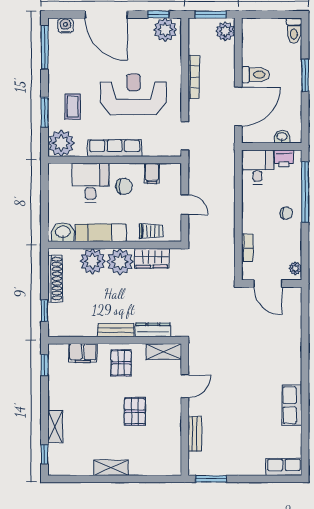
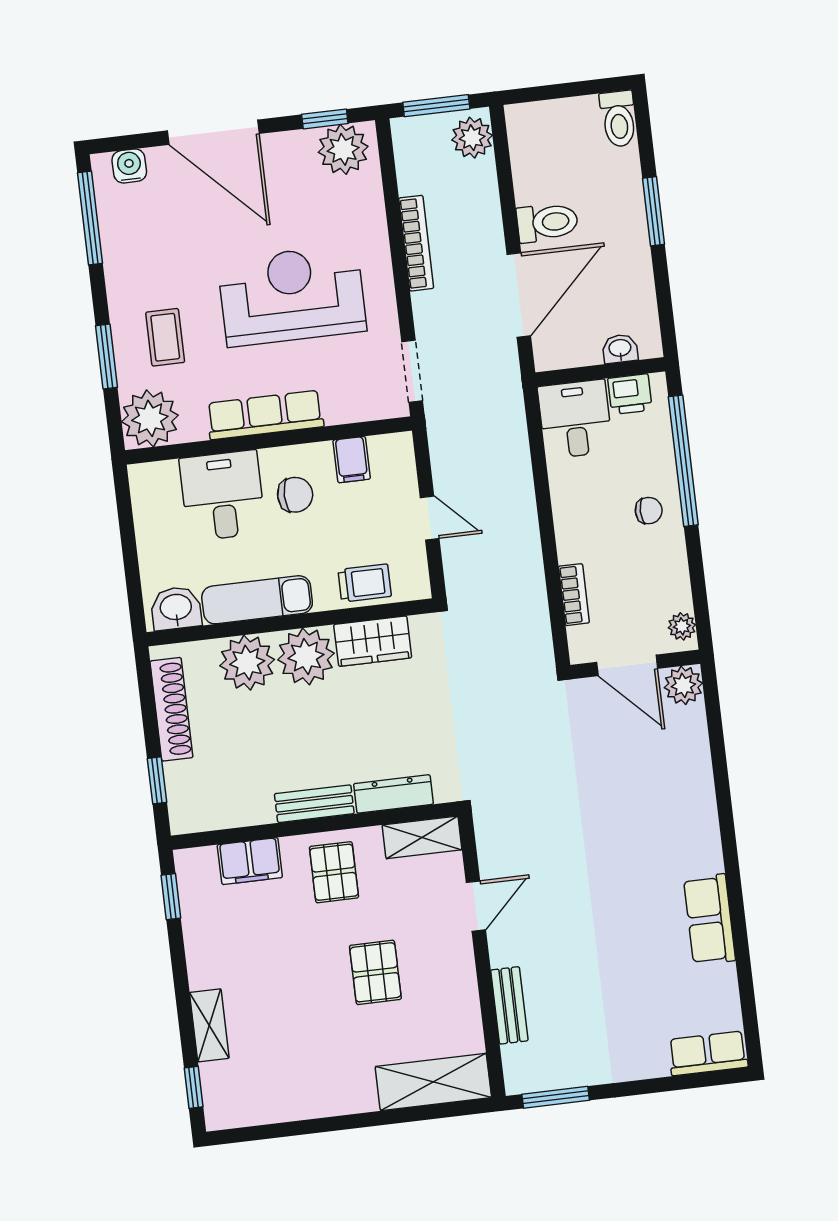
plant: (293, 296) -> (683, 685), added
shelving: (111, 468) -> (433, 1082), moved, width x1.50, depth x1.33

